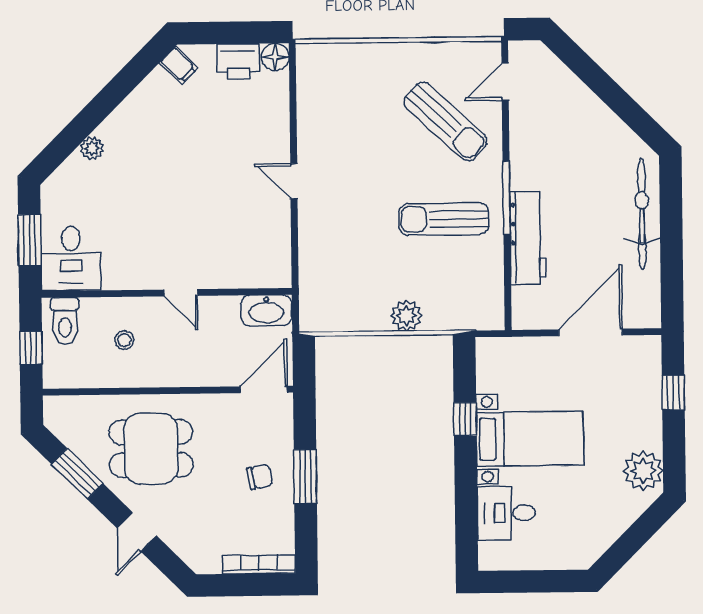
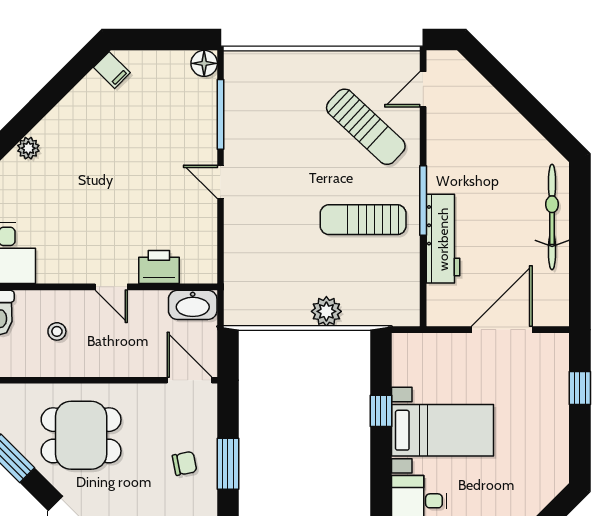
printer: (238, 61) -> (159, 267), moved, turned 180
window: (293, 110) -> (220, 114), added
door: (264, 390) -> (189, 380), hinge flipped
plant: (643, 471) -> (550, 462), removed

